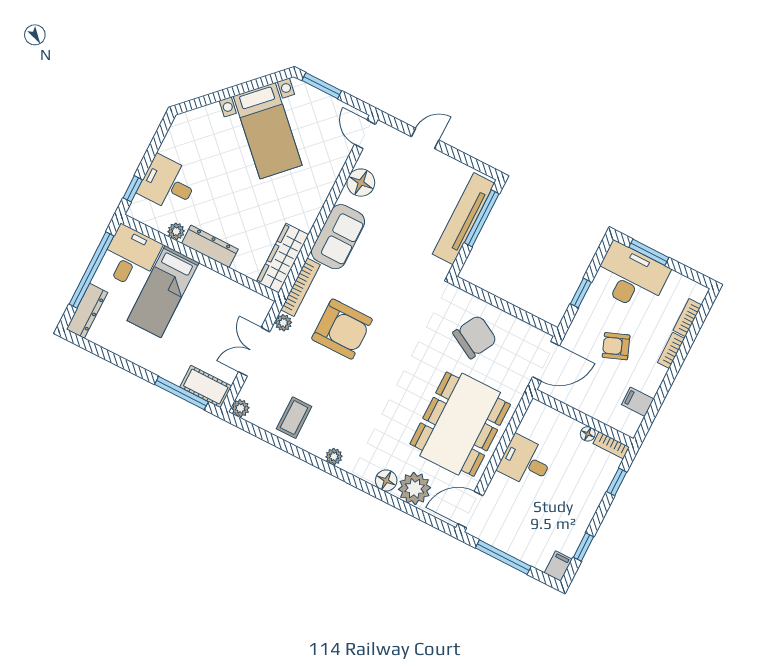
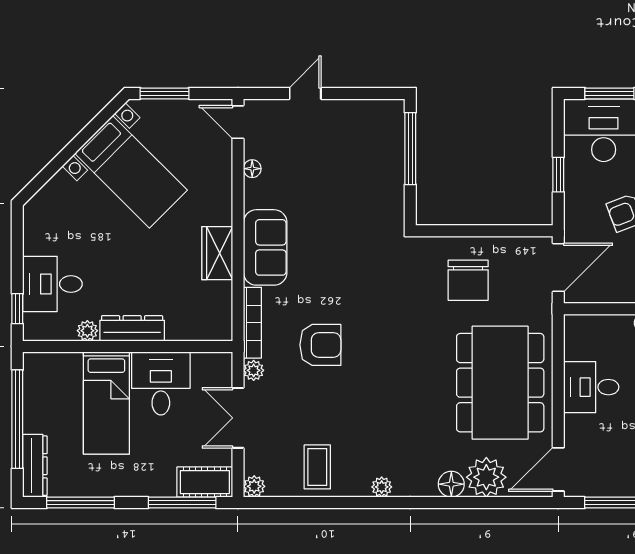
floor lamp: (361, 183) -> (252, 169), width x0.53, depth x0.53
tv unit: (463, 219) -> (391, 159), removed
desk: (130, 257) -> (161, 383), moved
wardrobe: (283, 258) -> (217, 253), moved, width x0.67
armchair: (342, 329) -> (320, 345), width x0.73, depth x0.73
chair: (475, 337) -> (468, 280), turned 151
window: (107, 355) -> (81, 503), added

